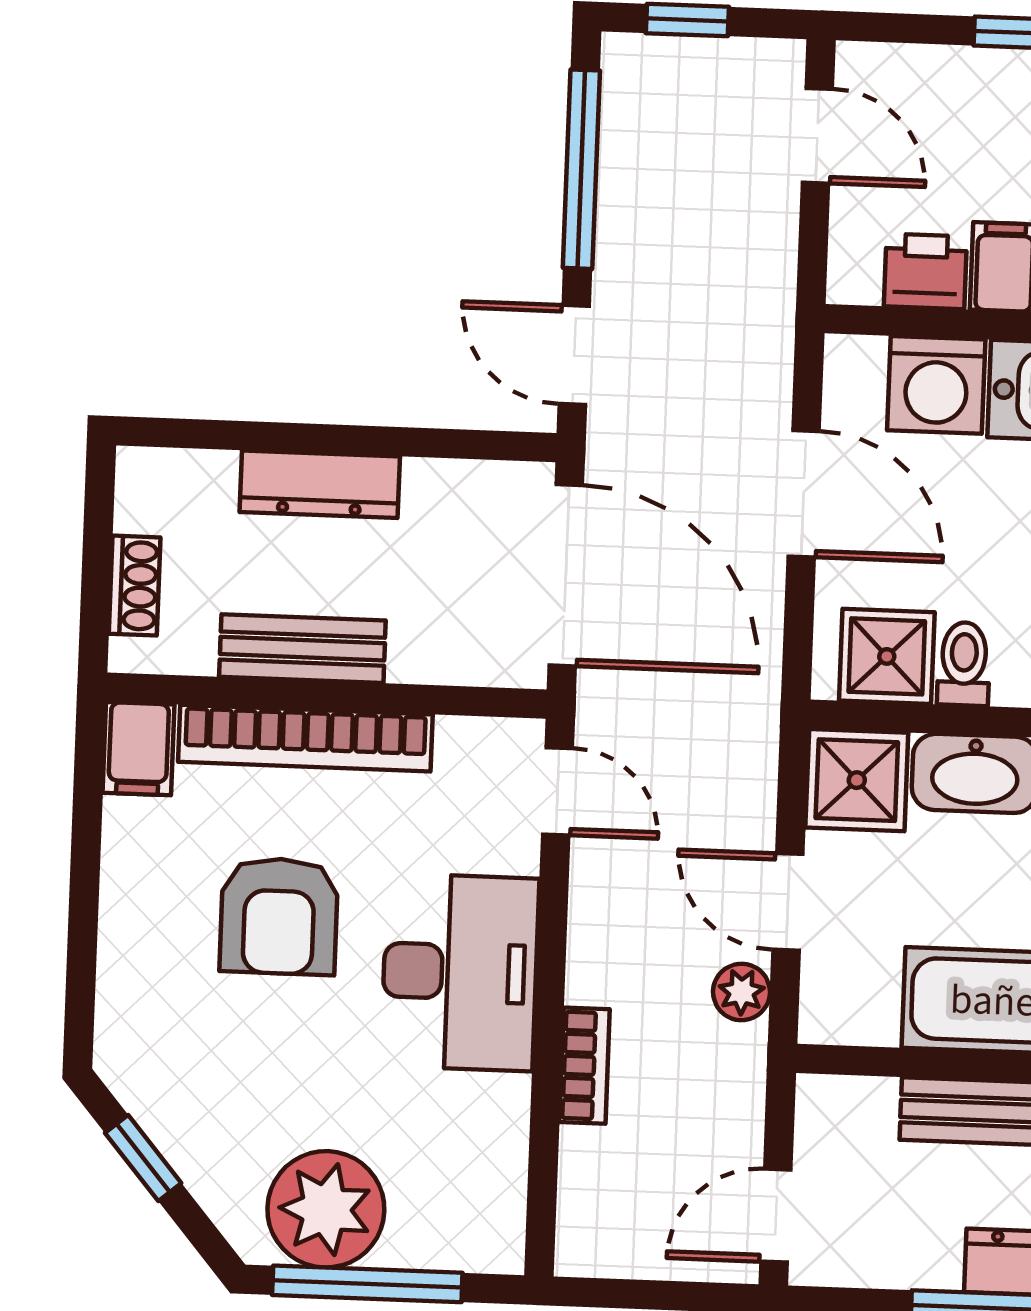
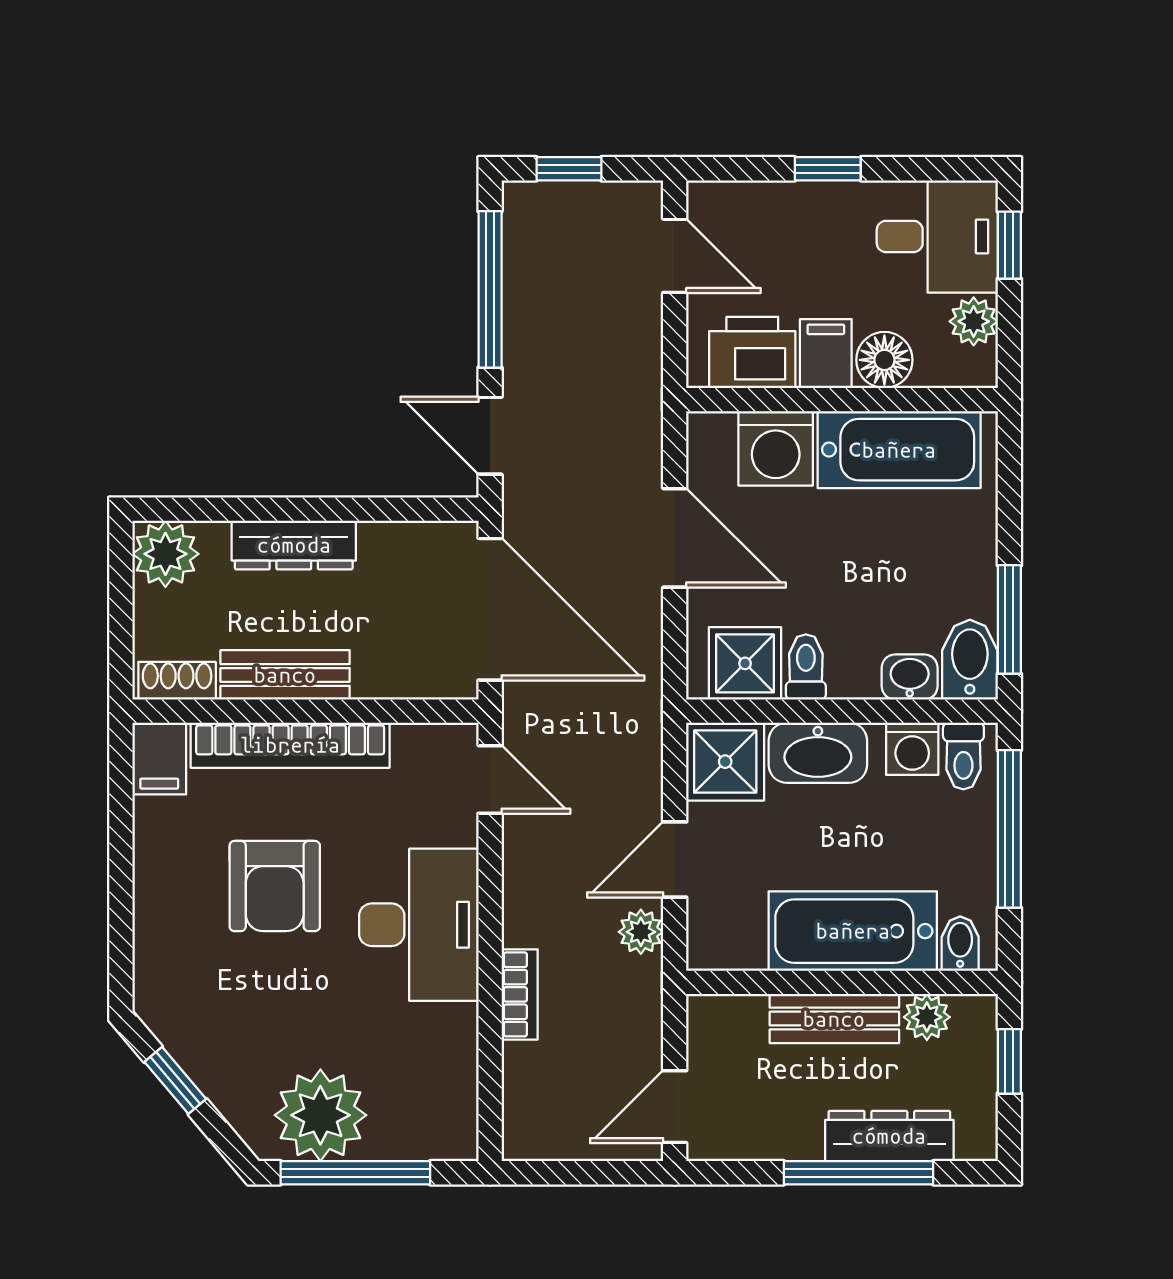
printer: (925, 271) -> (752, 352), width x1.36, depth x1.24
plant: (156, 489) -> (165, 554), added
shoe rack: (135, 586) -> (177, 681), moved, turned -90
door: (788, 902) -> (675, 859), hinge flipped

